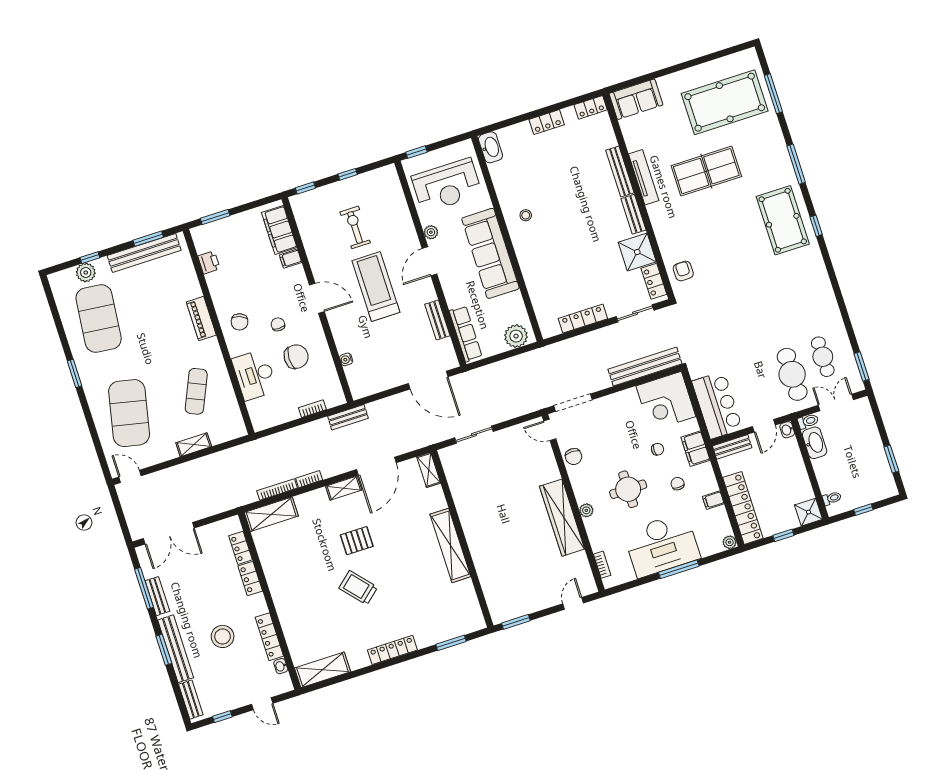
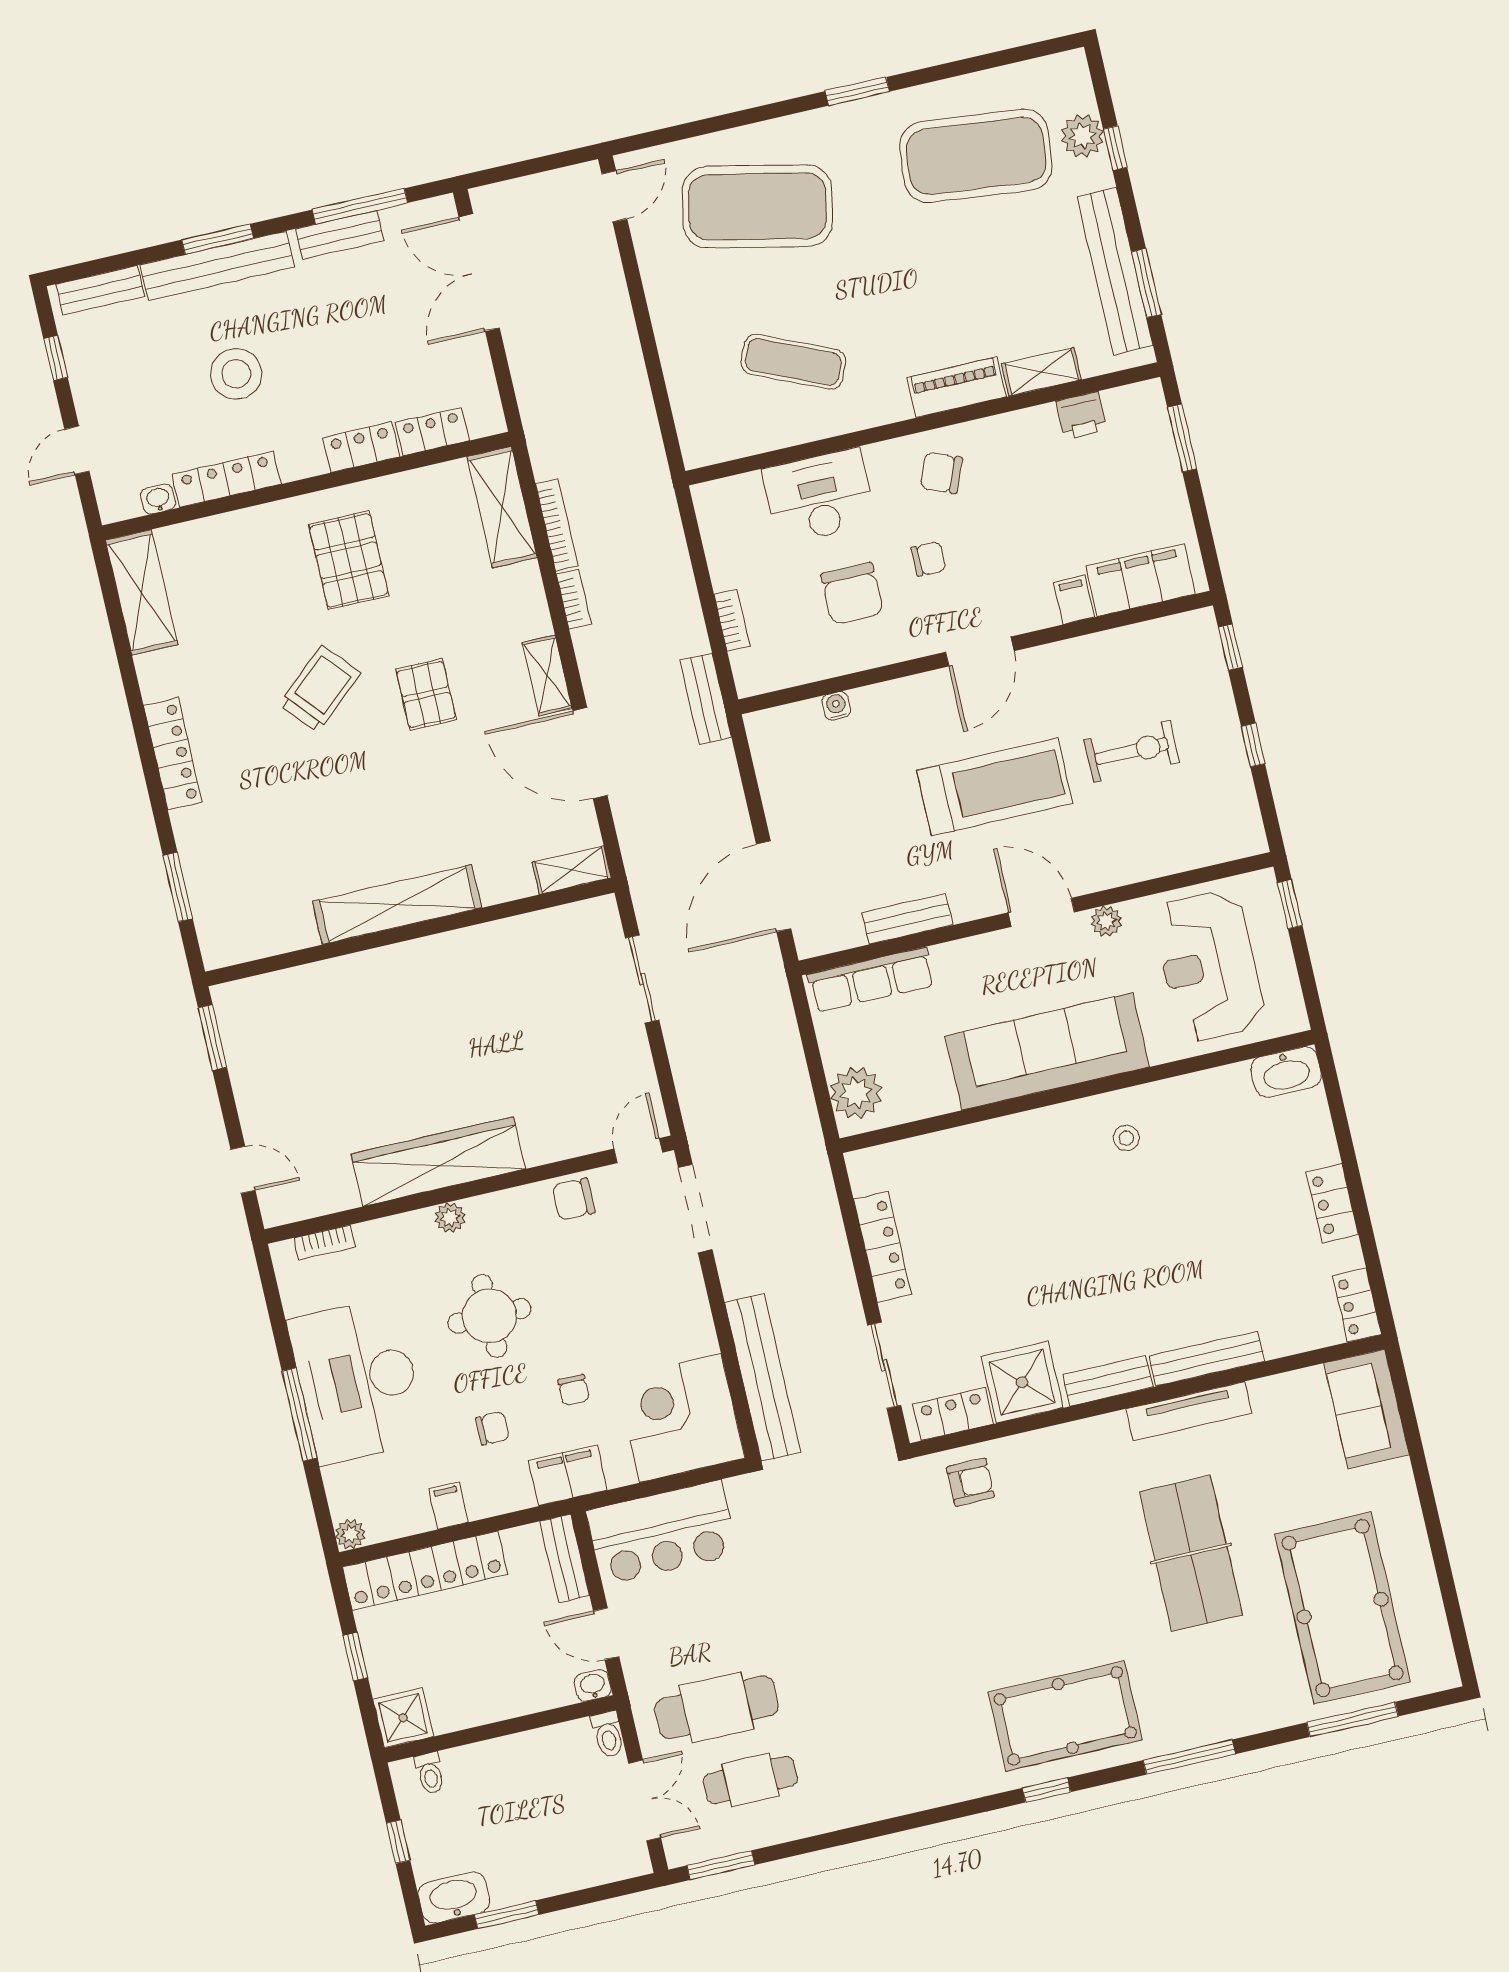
washbasin: (815, 443) -> (454, 1898), moved, turned 180
shelving: (194, 445) -> (1041, 372), moved, turned 90
pallet: (300, 580) -> (349, 560), added

